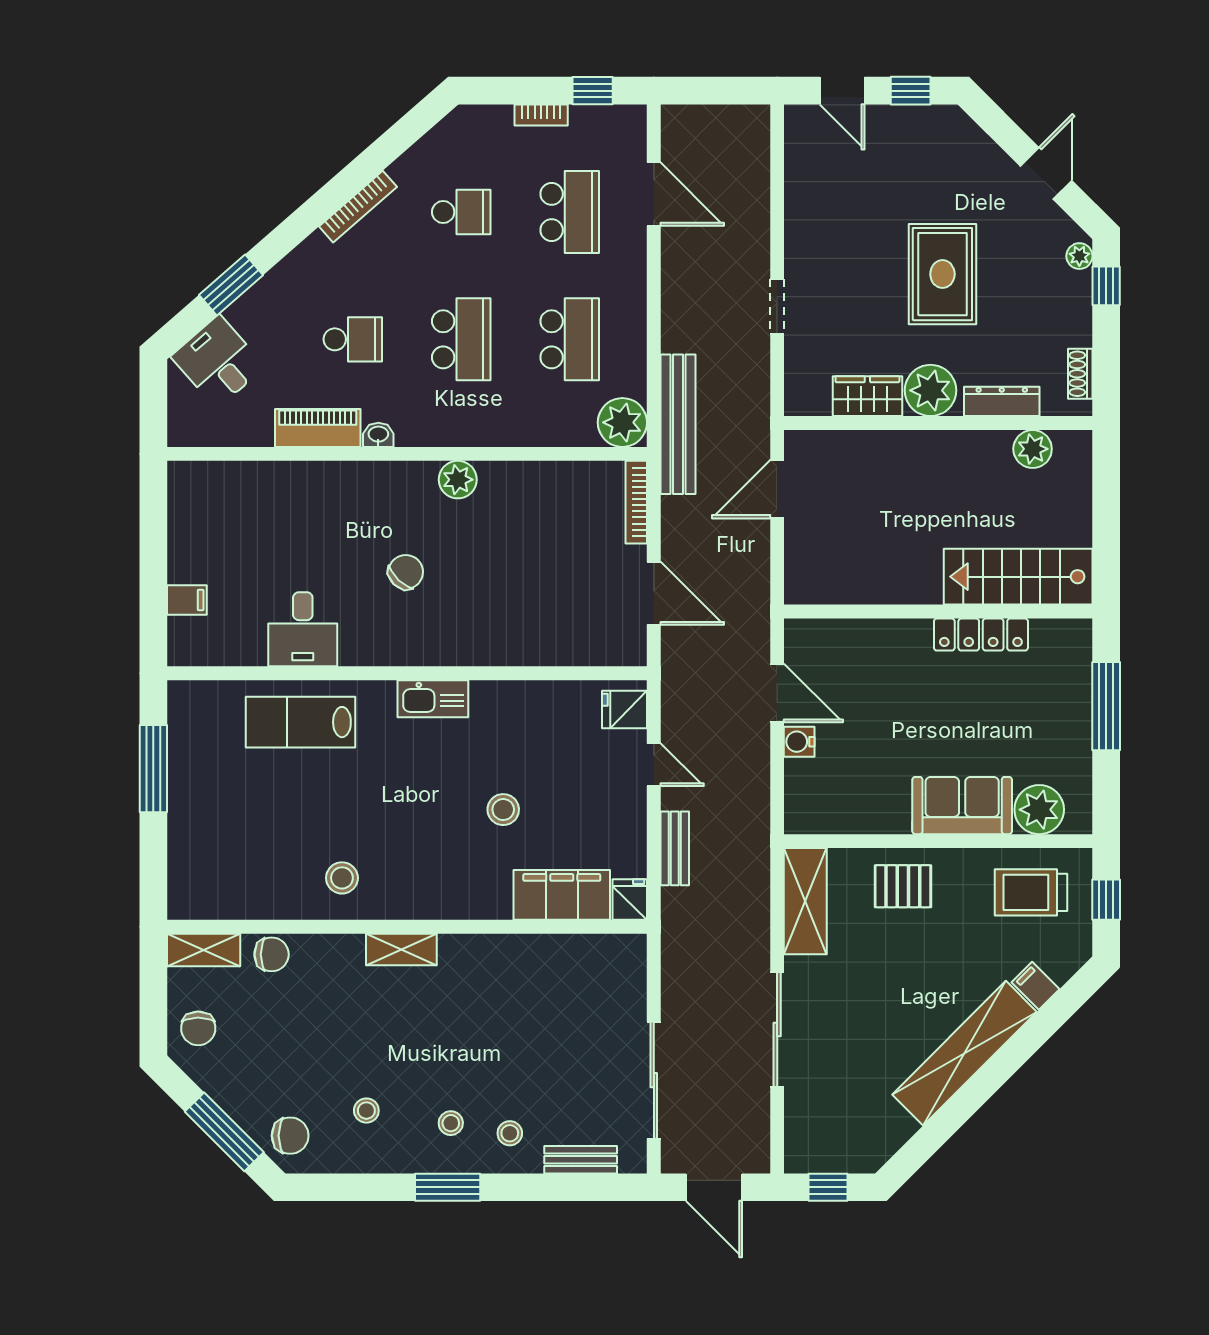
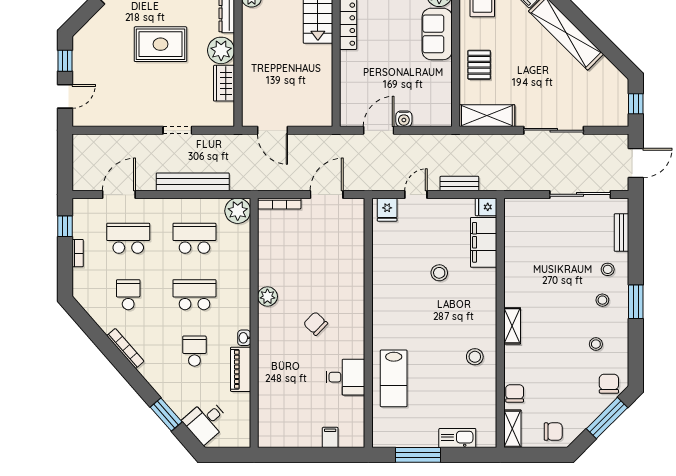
bench: (678, 424) -> (193, 182), moved
kitchen sink: (433, 699) -> (457, 438), moved, turned -90

